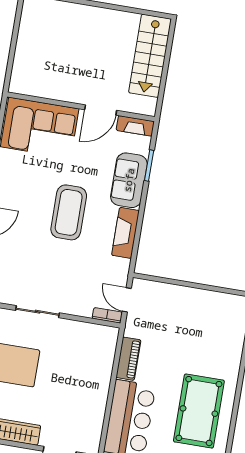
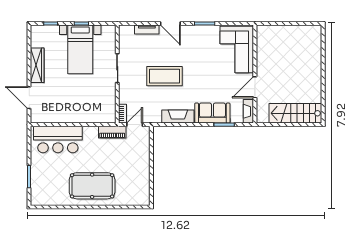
door: (101, 110) -> (255, 87), hinge flipped
coffee table: (69, 212) -> (165, 76), moved
piano: (128, 359) -> (112, 132), moved
pool table: (199, 411) -> (92, 186), moved

